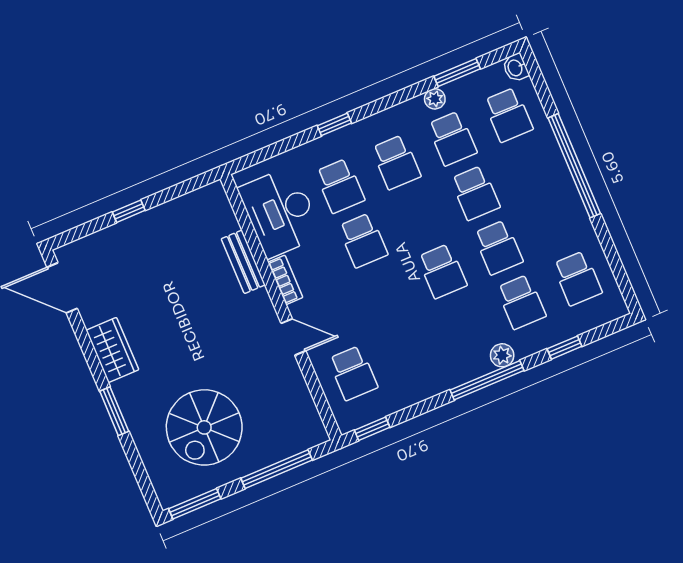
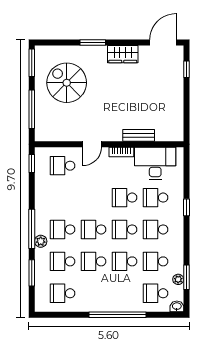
plant: (435, 99) -> (178, 279), moved
window: (129, 211) -> (186, 69), moved
school desk: (419, 217) -> (125, 229), added
school desk: (465, 326) -> (63, 229), added
window: (564, 348) -> (32, 273), width x1.50

